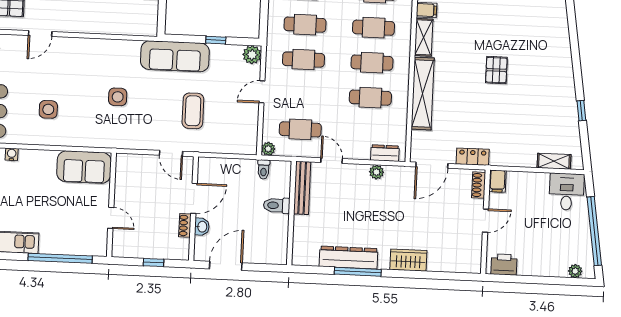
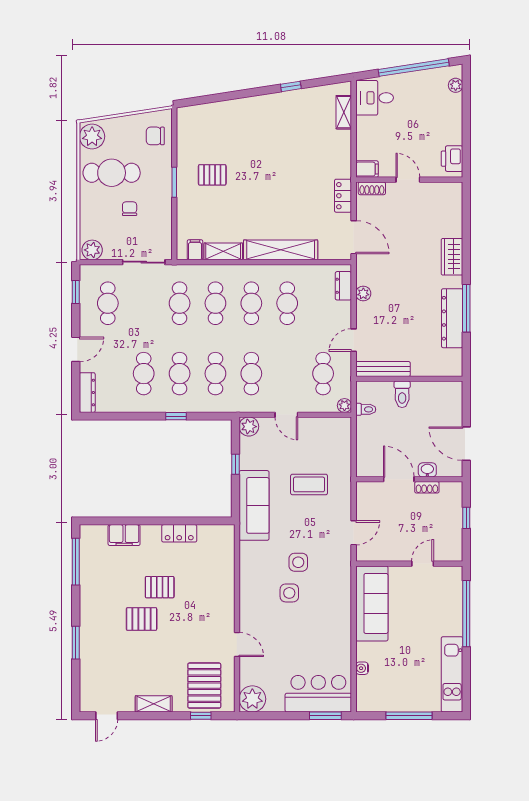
pallet: (496, 70) -> (212, 175), moved
side table: (48, 109) -> (289, 593), moved
door: (171, 153) -> (354, 533), moved
sofa: (84, 167) -> (372, 603), width x1.36

